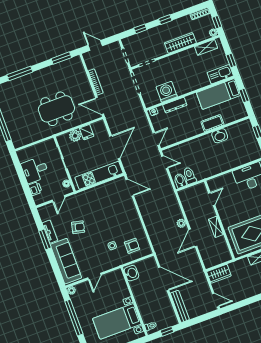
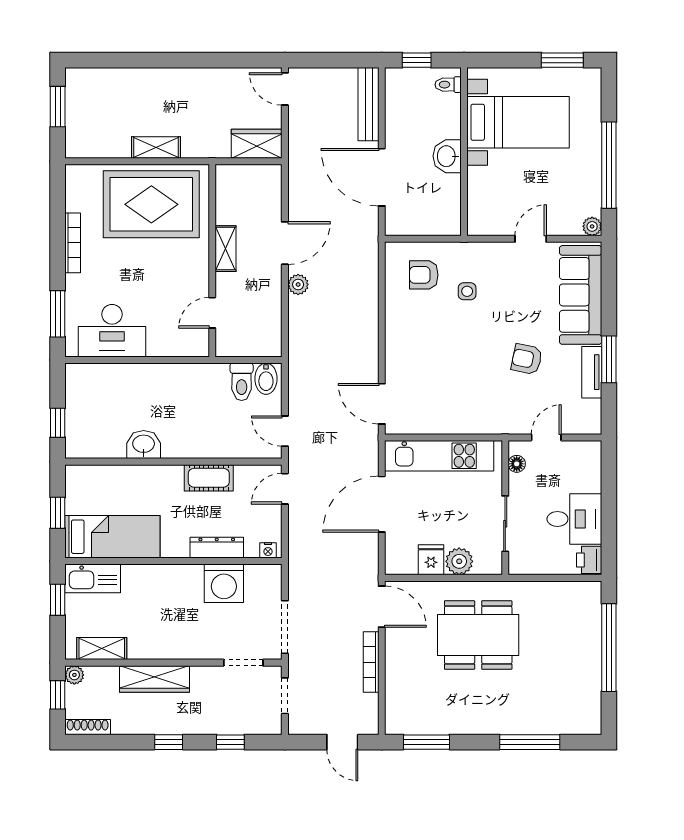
cot: (212, 123) -> (209, 478), moved
printer: (35, 189) -> (589, 560), moved
washbasin: (131, 273) -> (447, 156), moved

